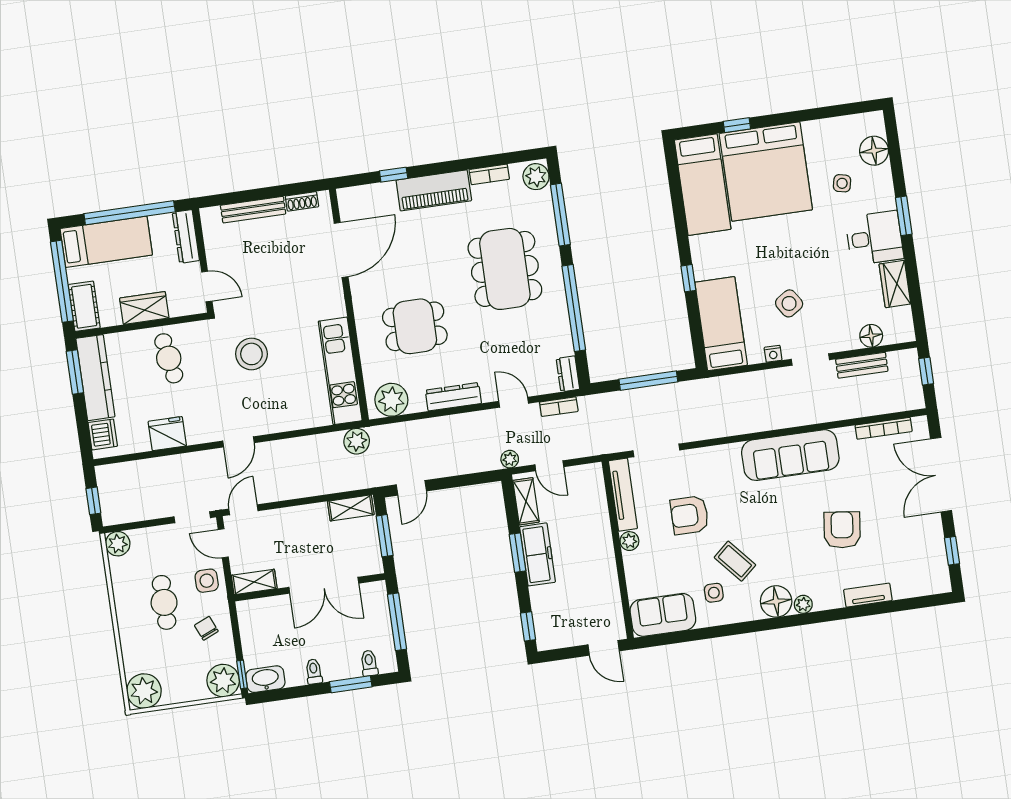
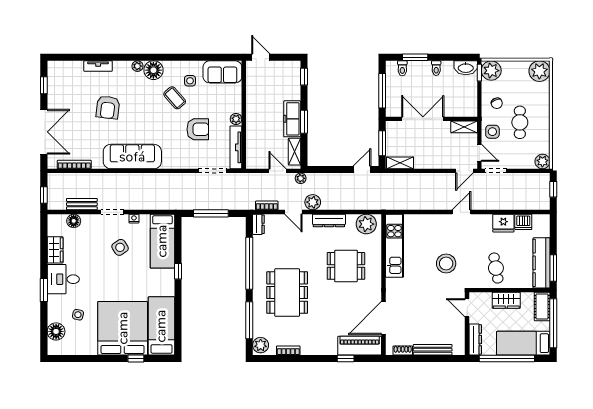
piano: (434, 190) -> (360, 346), moved
dishwasher: (103, 434) -> (523, 222), moved, turned -90
plant: (357, 441) -> (313, 202), moved

